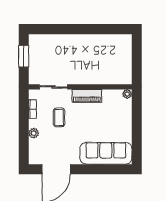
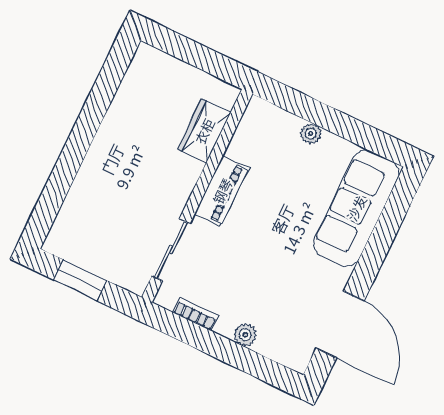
wardrobe: (108, 77) -> (204, 131), added
plant: (127, 94) -> (311, 134), moved
coffee table: (59, 117) -> (238, 268), removed

